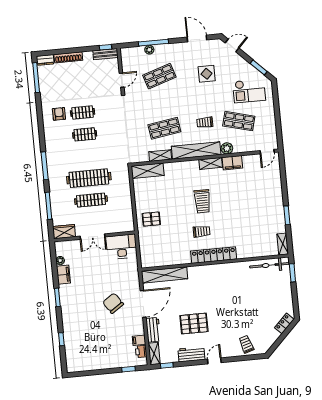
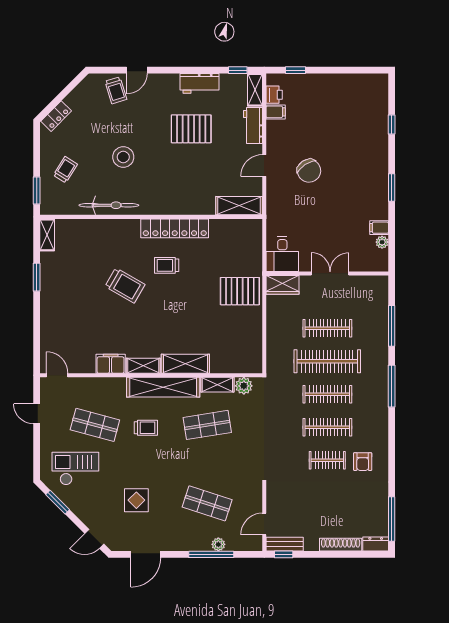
door: (197, 38) -> (146, 554), hinge flipped
shop shelf: (159, 76) -> (207, 503), turned 36
door: (122, 80) -> (264, 524), moved
door: (278, 125) -> (37, 414), added
clothes rail: (85, 134) -> (327, 427), width x1.36
plant: (227, 148) -> (244, 386), moved
door: (267, 152) -> (57, 375), hinge flipped
clothes rail: (87, 156) -> (327, 394), added
shelving: (148, 171) -> (185, 364), moved
trolley: (202, 201) -> (125, 285), moved, turned 120
pallet: (151, 219) -> (240, 291), width x1.50, depth x1.42
wardrobe: (64, 232) -> (282, 285), moved
desk: (122, 247) -> (282, 254), width x0.73
locker: (214, 255) -> (175, 228), moved
bicycle: (270, 265) -> (109, 205), moved
filing cabinet: (63, 275) -> (379, 228), width x0.50
shelving: (165, 275) -> (239, 206), width x0.68
trolley: (275, 288) -> (65, 170), added
stool: (237, 301) -> (123, 157), added
door: (143, 304) -> (264, 166), width x0.53
door: (214, 361) -> (137, 70), moved

